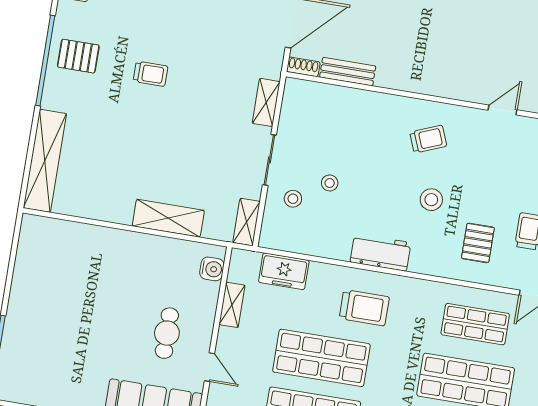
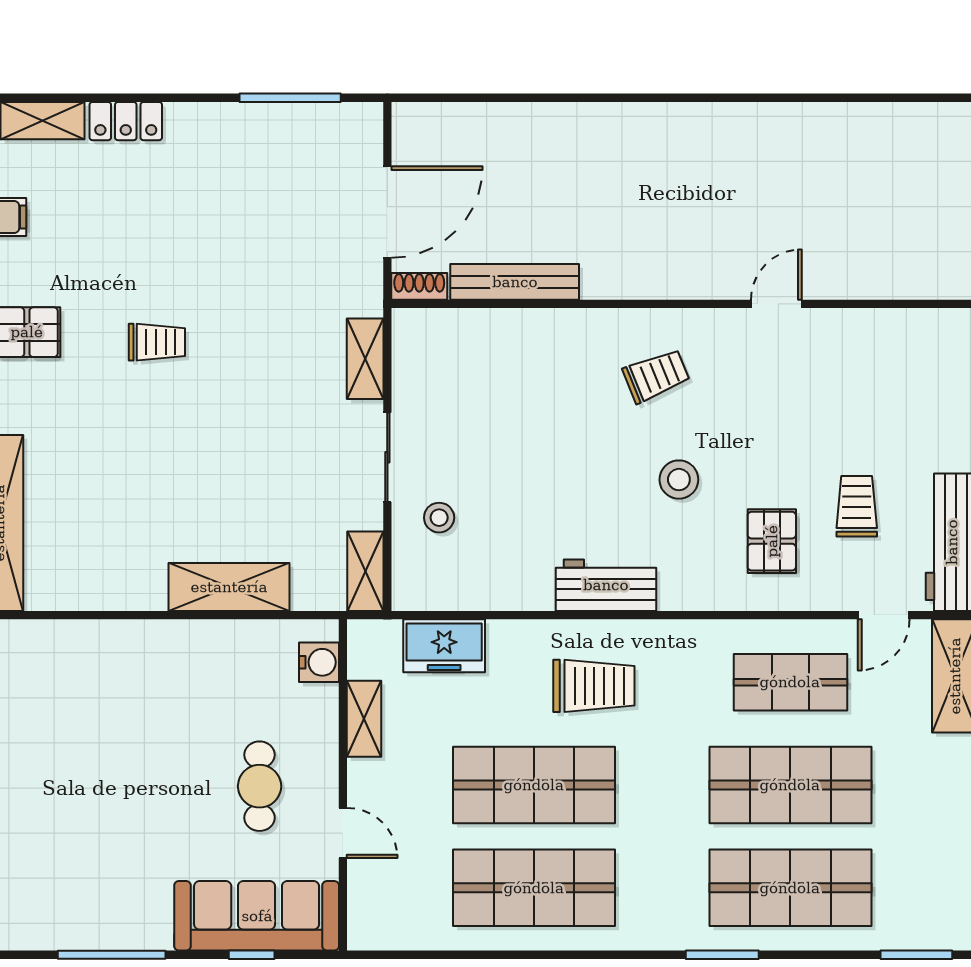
bench: (348, 72) -> (515, 282), width x1.36
stool: (330, 183) -> (498, 480), removed

